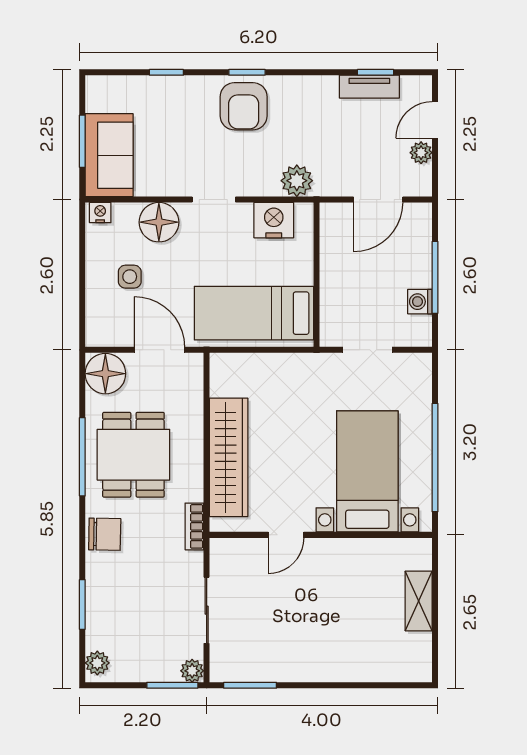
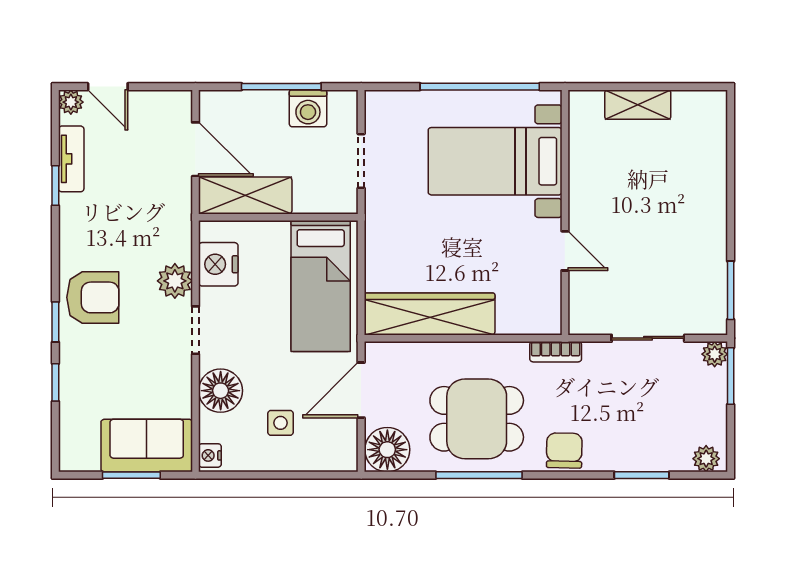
window: (247, 72) -> (55, 322), moved
window: (376, 72) -> (55, 186), moved
plant: (421, 153) -> (71, 102), moved
plant: (297, 181) -> (175, 281), moved
shelving: (336, 245) -> (245, 195), added
washing machine: (420, 302) -> (308, 108), width x1.38, depth x1.38
wardrobe: (229, 457) -> (430, 314), moved

